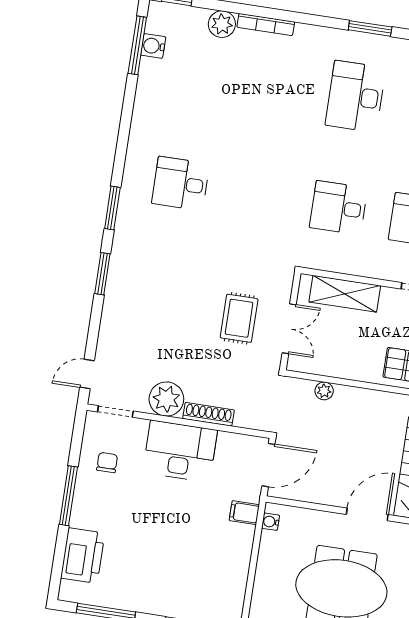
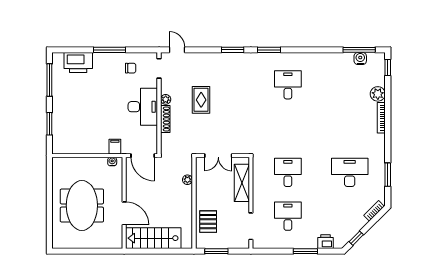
rug: (239, 318) -> (201, 100), moved, turned 90
plant: (166, 399) -> (166, 99), width x0.53, depth x0.53

